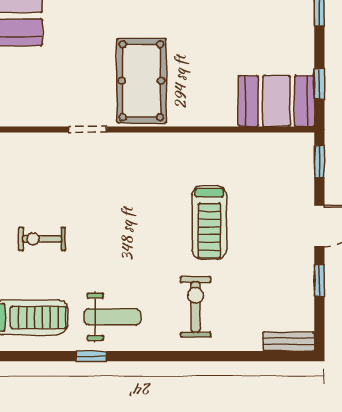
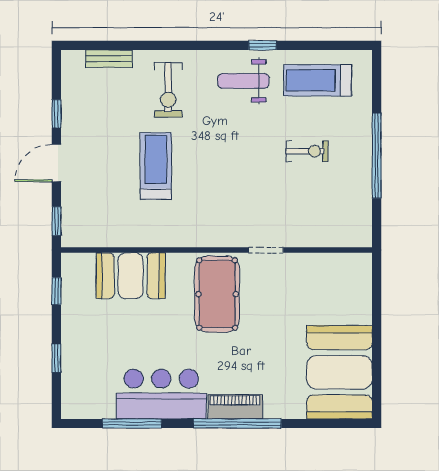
booth: (276, 101) -> (131, 276), moved
bench: (289, 341) -> (109, 59), moved

